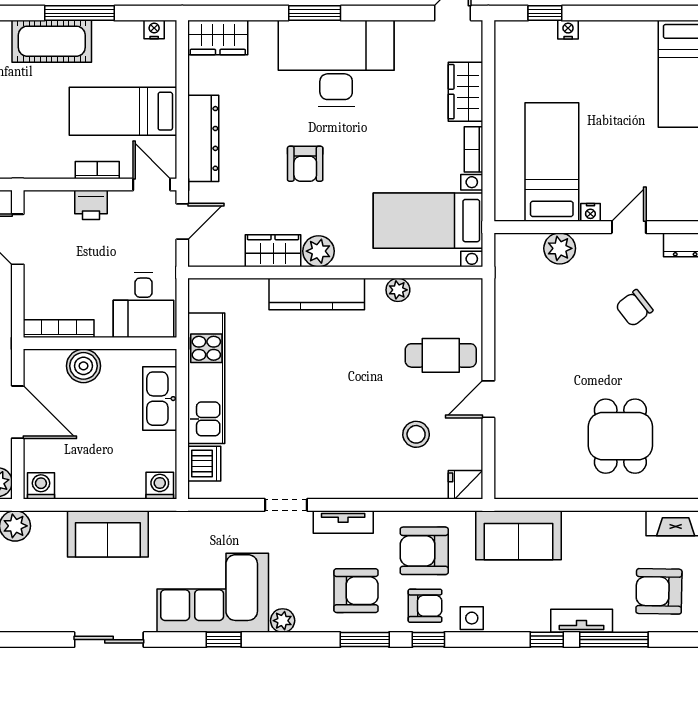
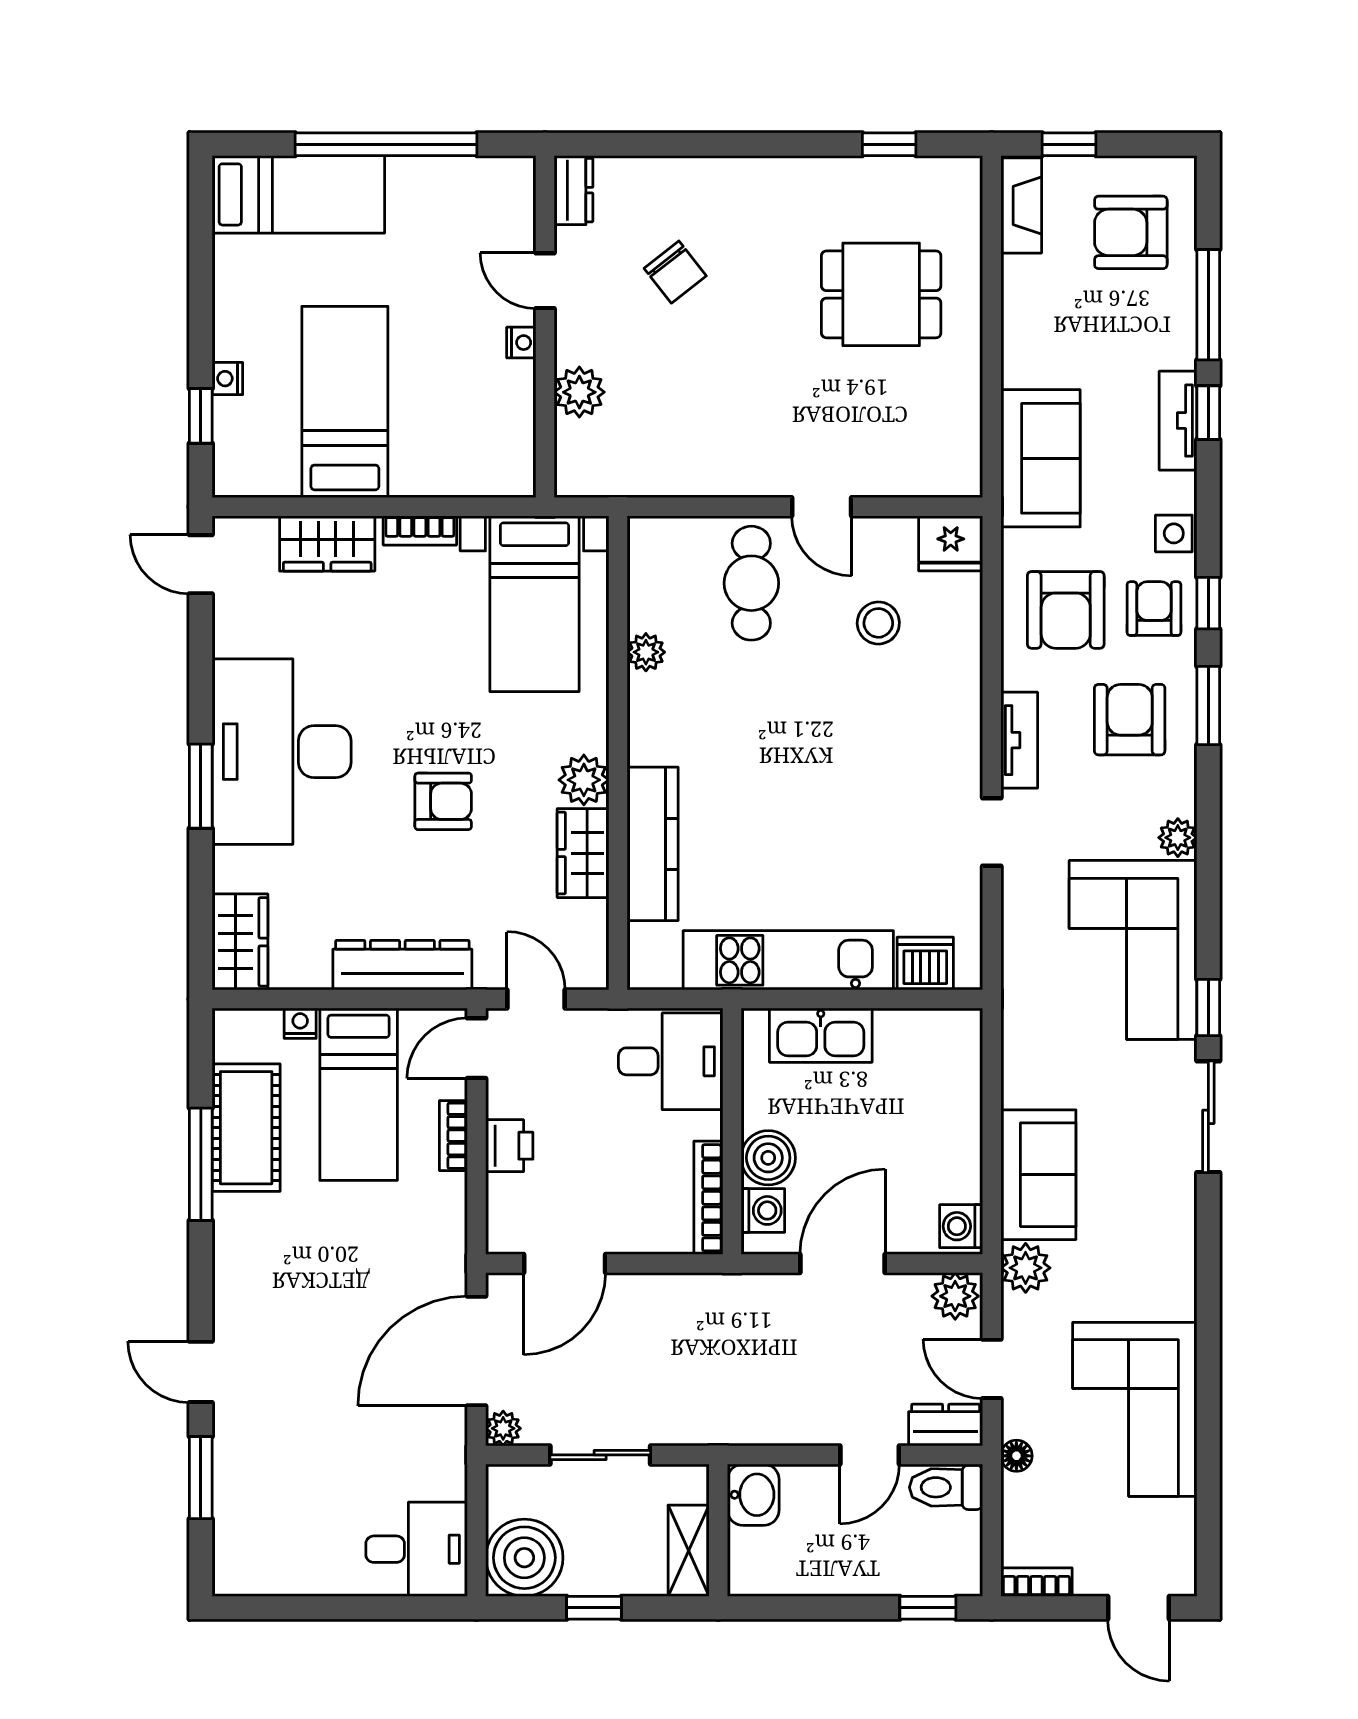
nightstand: (154, 30) -> (300, 1023), moved, turned 90
cot: (52, 41) -> (246, 1128), moved
bed: (552, 162) -> (345, 402), moved, turned 90
kitchen counter: (317, 294) -> (653, 844), moved
fridge: (466, 485) -> (951, 543), width x1.38
washing machine: (160, 486) -> (763, 1210), moved, turned 180
sofa: (108, 534) -> (1038, 1175), moved
armchair: (659, 591) -> (1131, 232), turned 89
tv unit: (582, 621) -> (1178, 421), moved
window: (224, 640) -> (1208, 1008), moved

